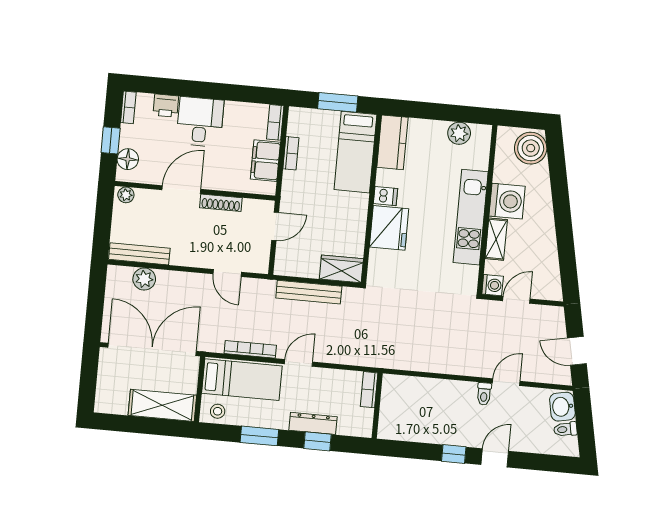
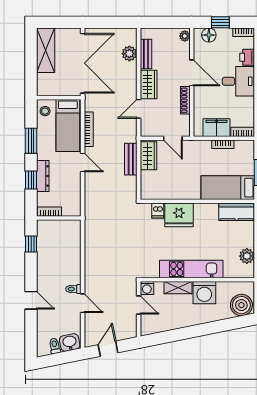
dishwasher: (386, 196) -> (158, 211), moved
bench: (139, 254) -> (146, 54), width x0.73
wardrobe: (192, 255) -> (149, 84), added
wardrobe: (341, 269) -> (148, 156), moved
bench: (309, 292) -> (131, 159), width x0.73
bookcase: (369, 390) -> (49, 212), moved
shelving: (162, 405) -> (46, 50), moved
window: (454, 454) -> (31, 244), moved

